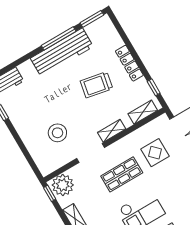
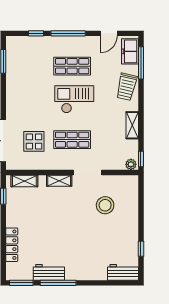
workbench: (62, 52) -> (49, 272), width x0.53, depth x0.76
locker: (129, 63) -> (12, 245), moved
trolley: (97, 85) -> (49, 226), removed
plant: (63, 185) -> (131, 164), width x0.53, depth x0.53

